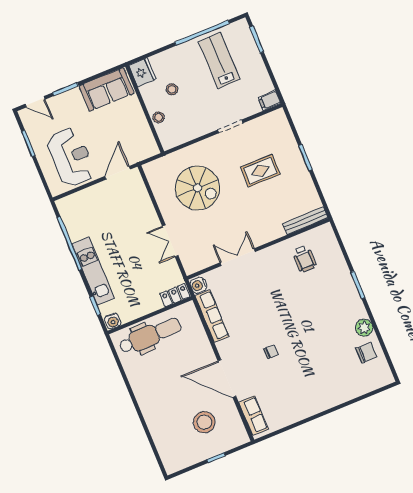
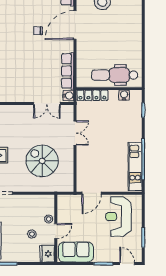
door: (143, 106) -> (56, 231), added
double door: (238, 257) -> (47, 103), moved
kitchen unit: (93, 271) -> (135, 166), moved
locker: (175, 295) -> (92, 95), width x1.53
water cooler: (113, 321) -> (124, 95), moved
door: (227, 379) -> (75, 25), swing flipped

